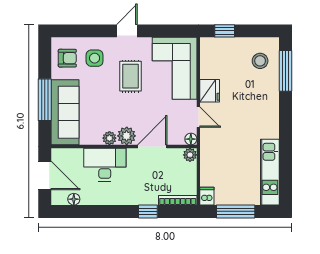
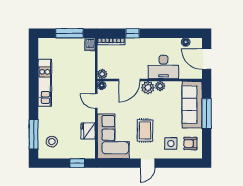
fridge: (210, 91) -> (88, 131), moved
kitchen unit: (270, 172) -> (45, 83), moved

